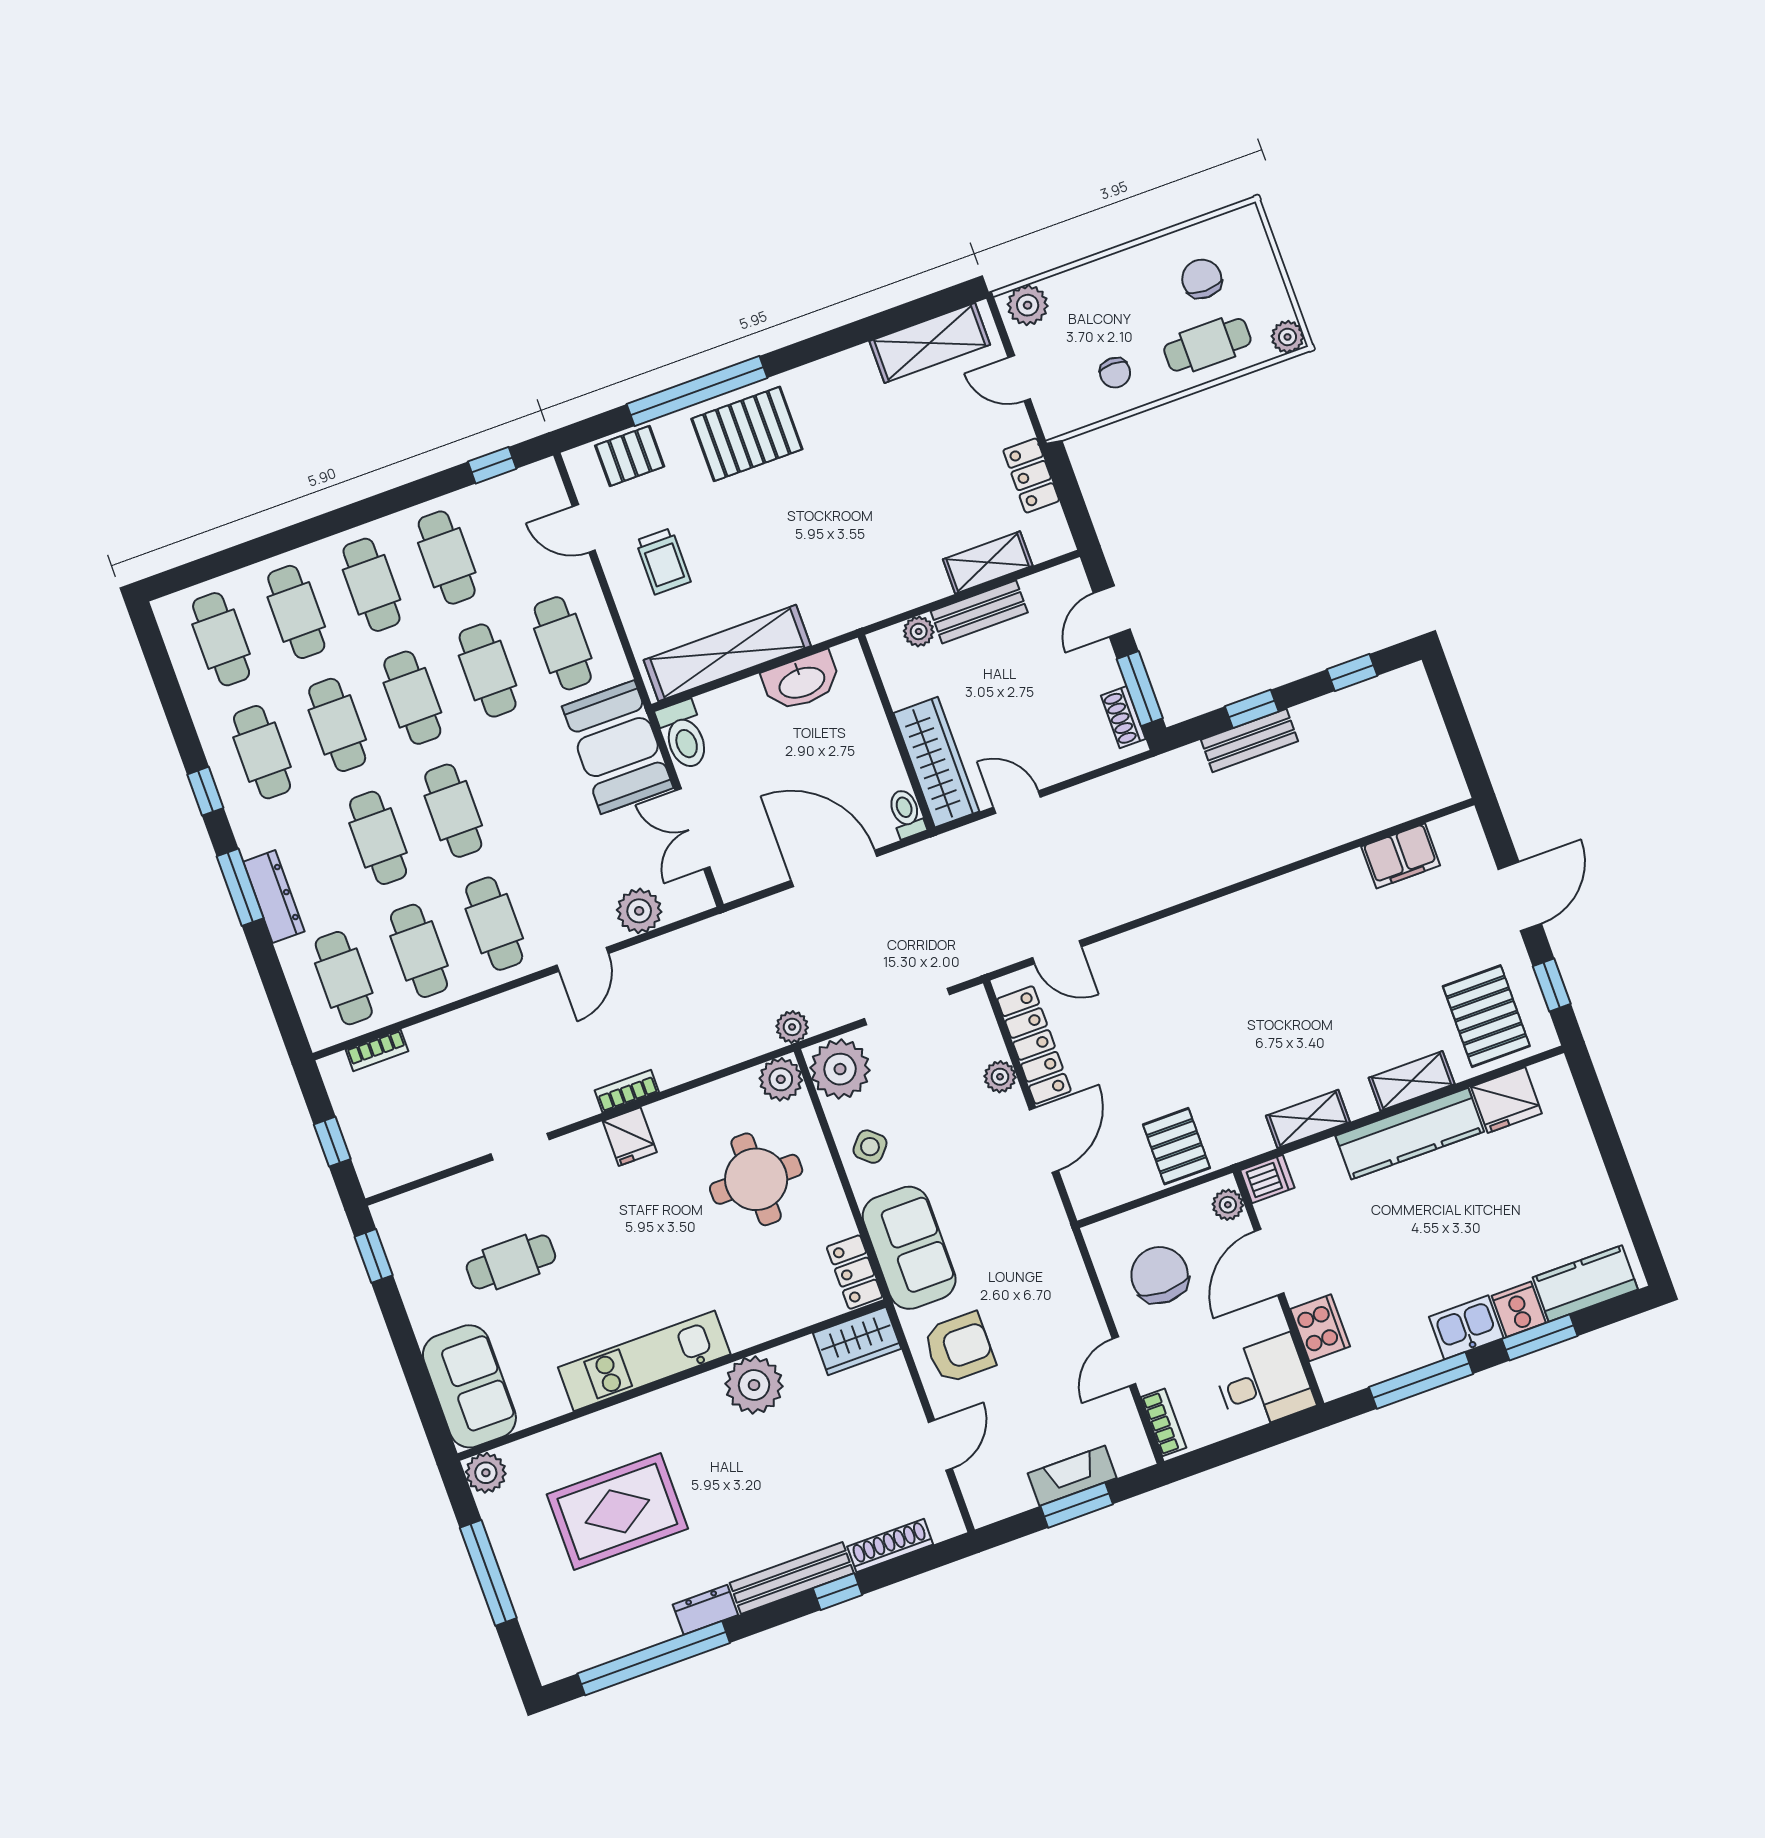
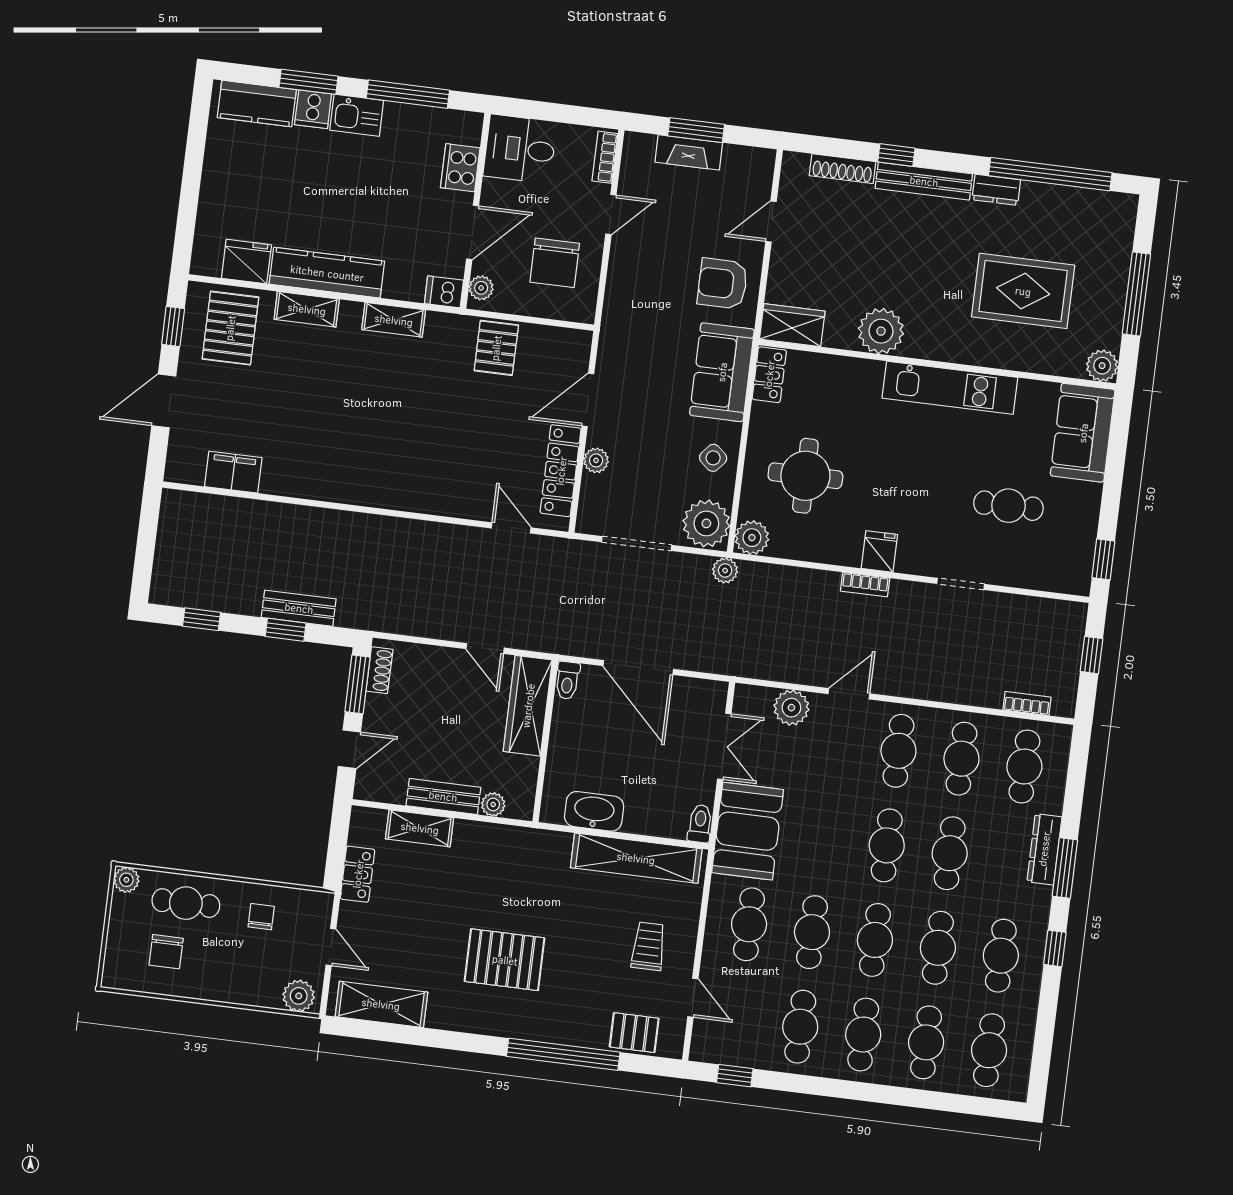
pallet: (747, 434) -> (505, 960), moved
toilet: (684, 735) -> (700, 824), width x0.73, depth x0.72

